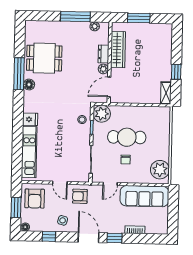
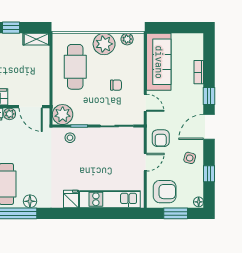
cafe table: (127, 137) -> (75, 67), moved
plant: (161, 150) -> (104, 44), added
plant: (160, 170) -> (127, 39), width x0.53, depth x0.53

